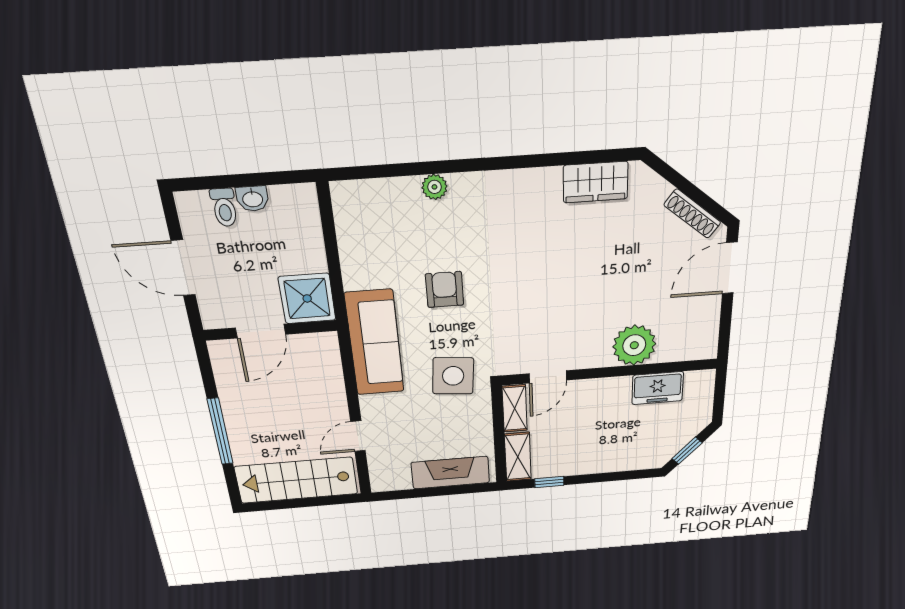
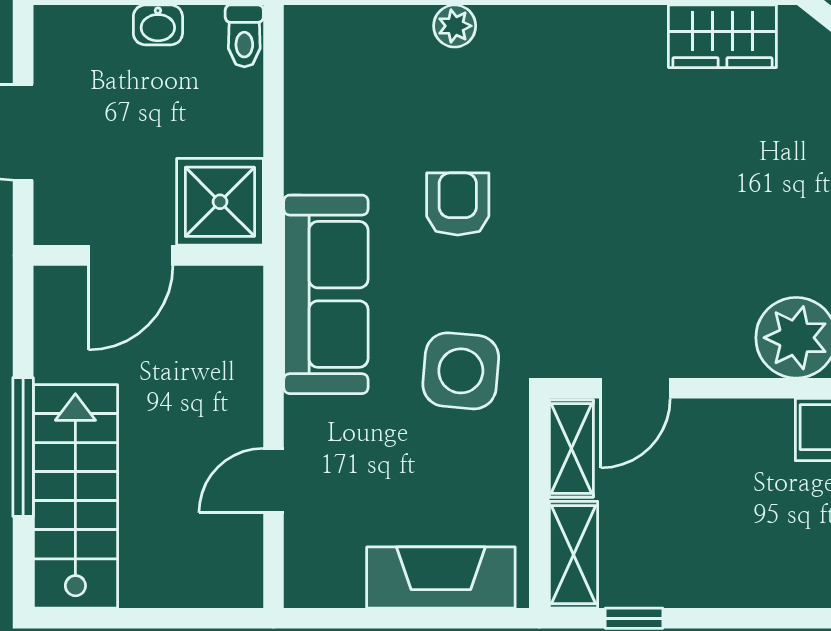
toilet: (224, 207) -> (244, 36), moved
stairs: (296, 480) -> (75, 496), moved, turned 90

